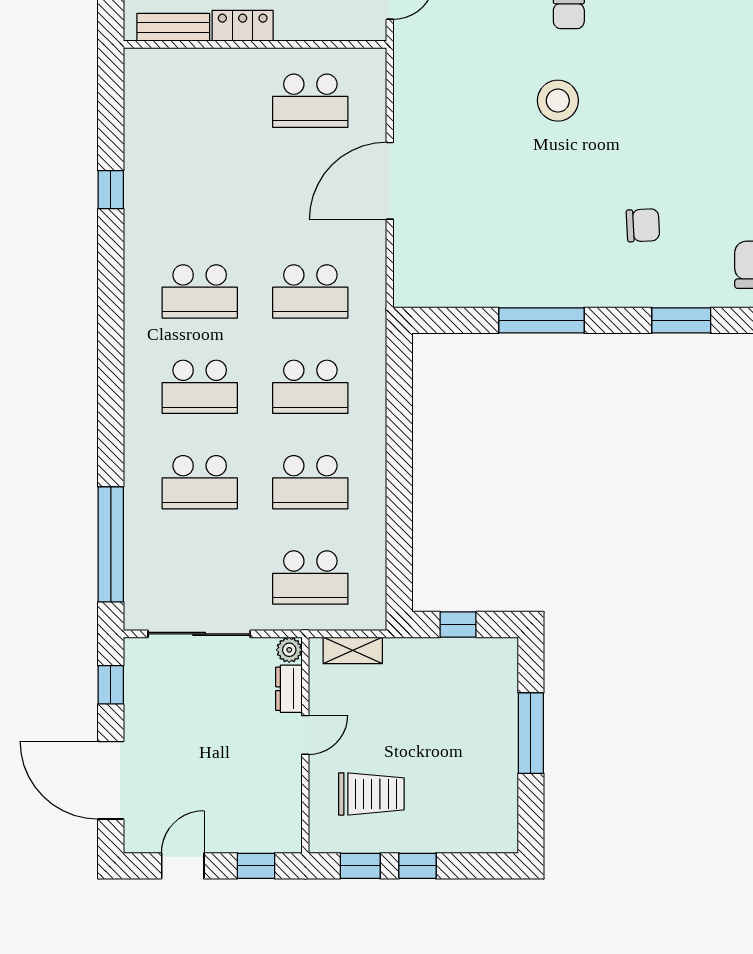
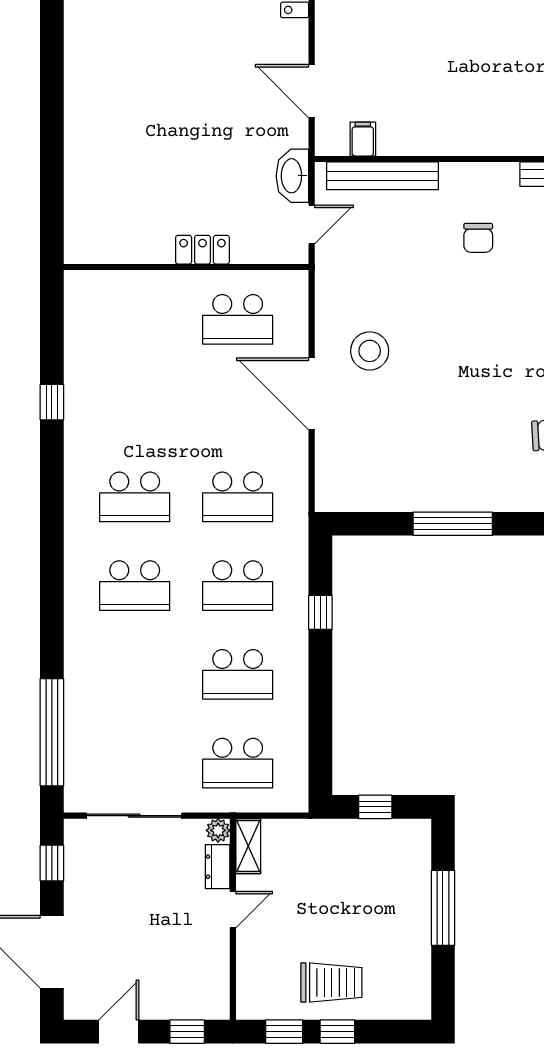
locker: (243, 26) -> (203, 250), moved
bench: (173, 27) -> (110, 251), removed
stool: (558, 101) -> (370, 351), moved
door: (390, 181) -> (312, 394), hinge flipped
window: (399, 416) -> (320, 612), added
school desk: (200, 482) -> (135, 674), removed
shelving: (353, 650) -> (248, 846), moved, turned 90
trolley: (371, 794) -> (331, 982), moved

